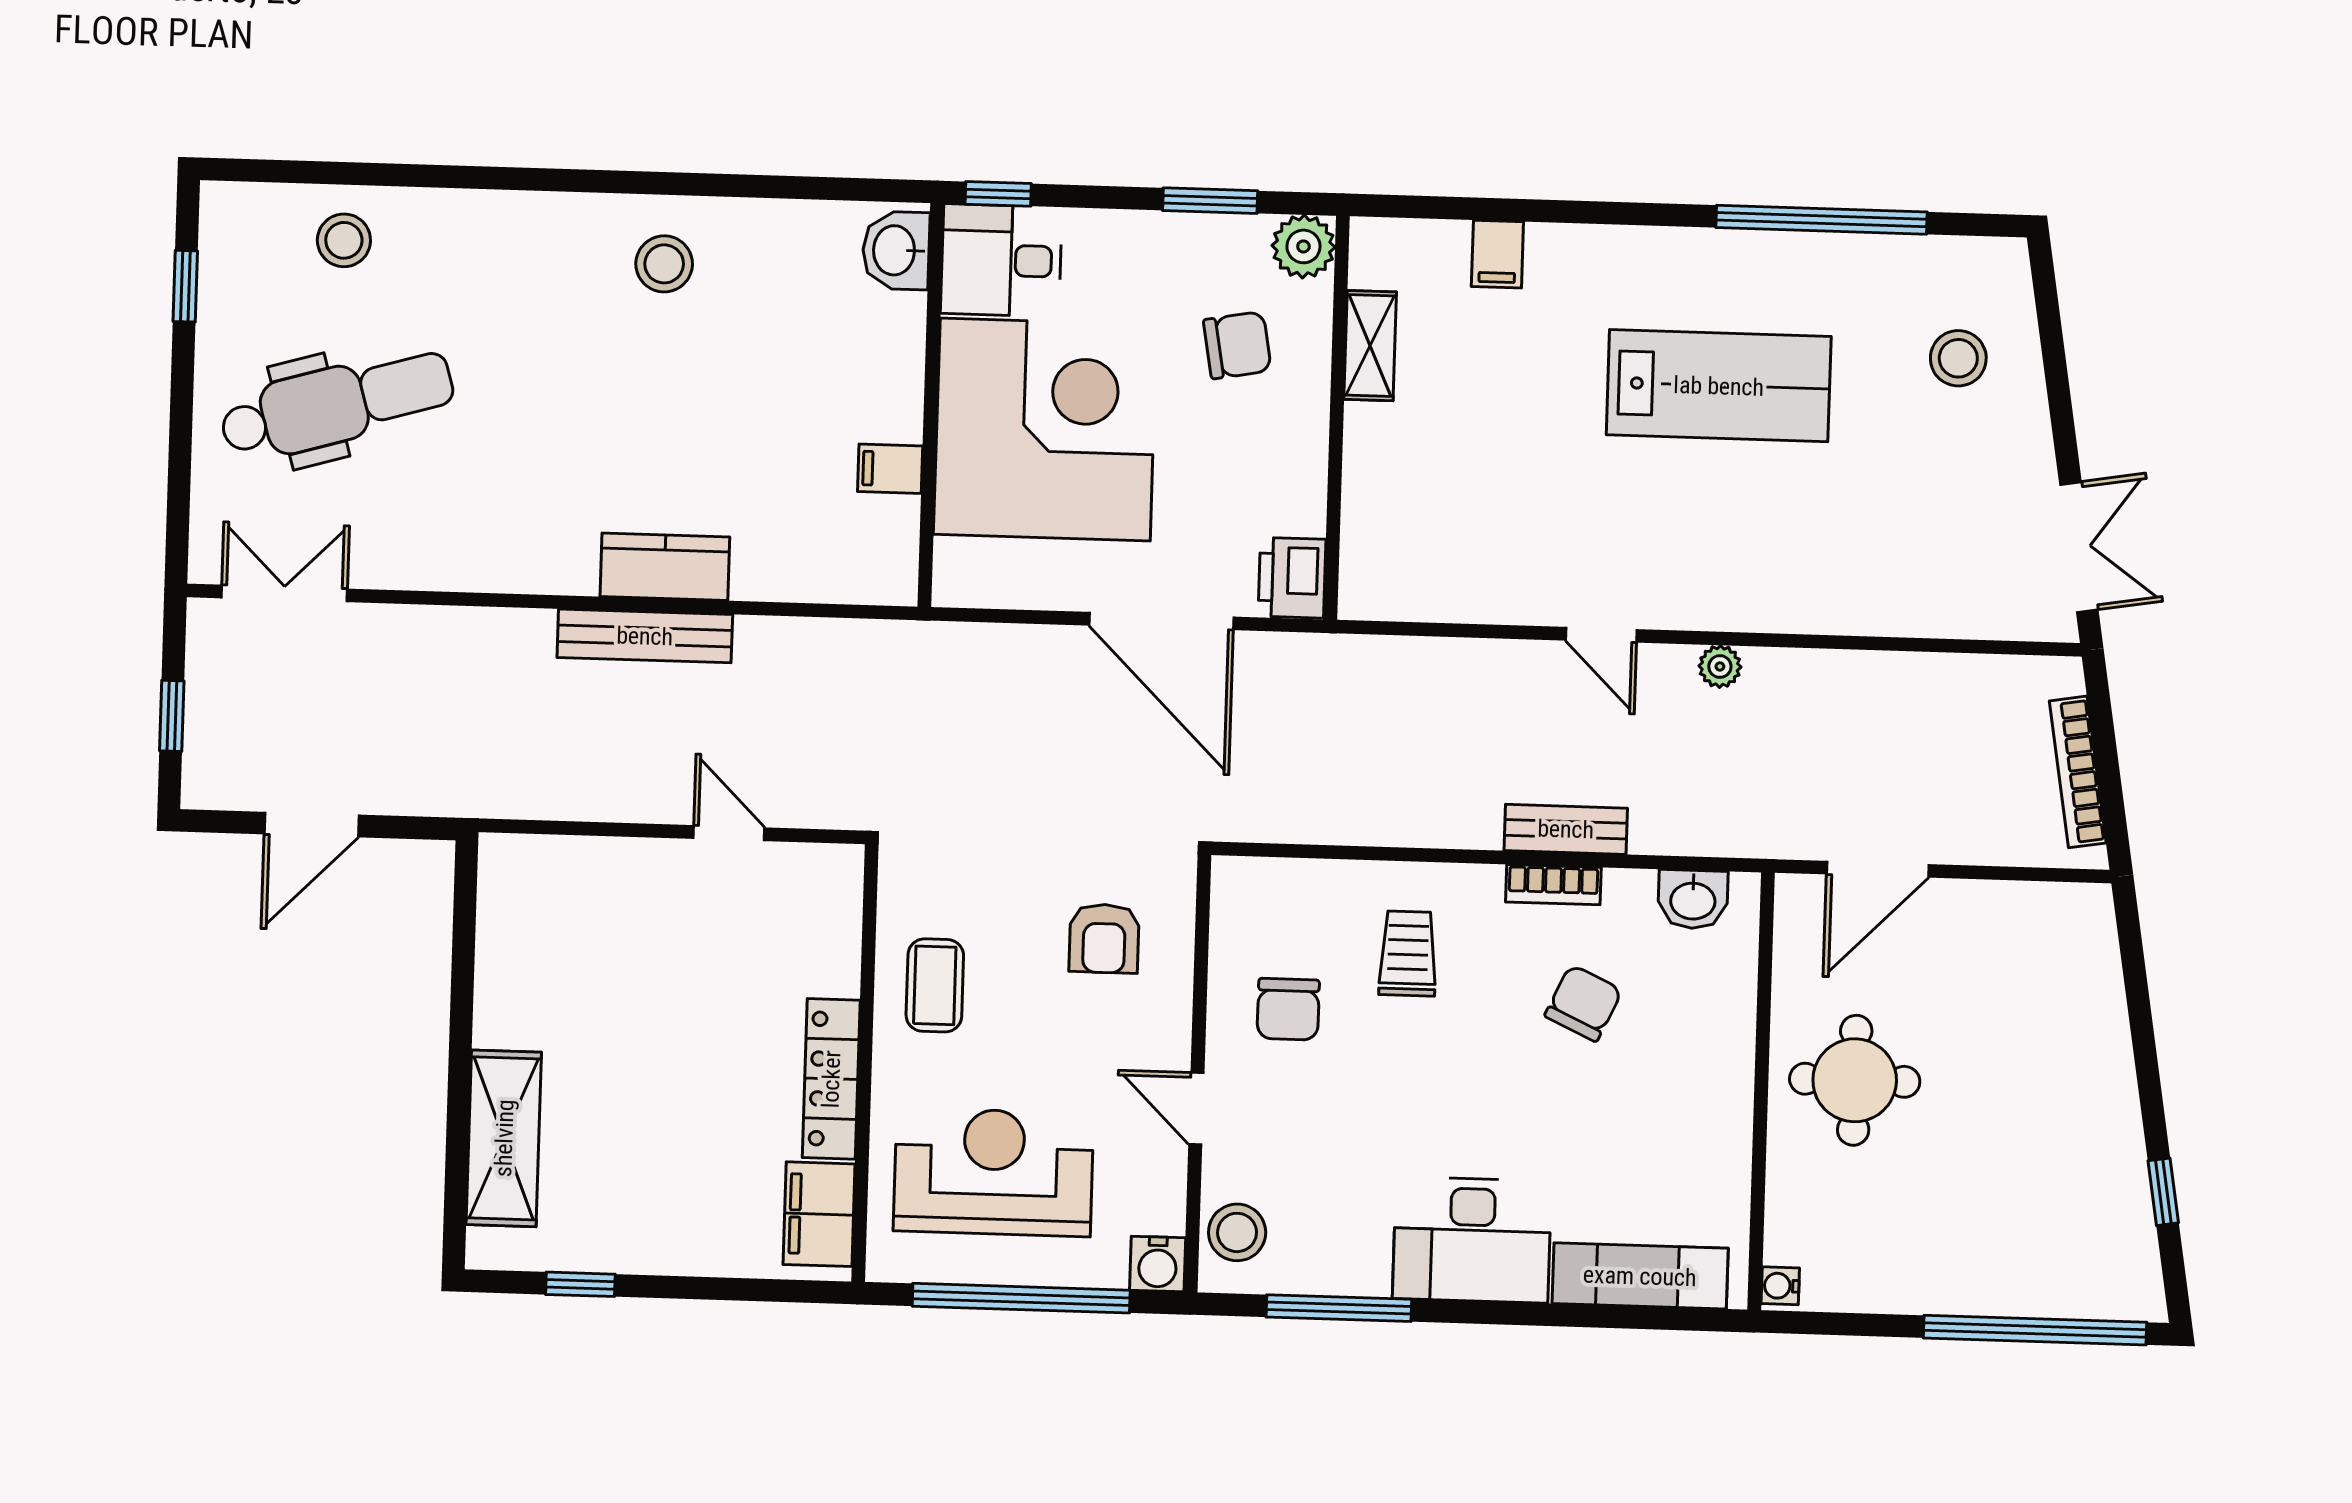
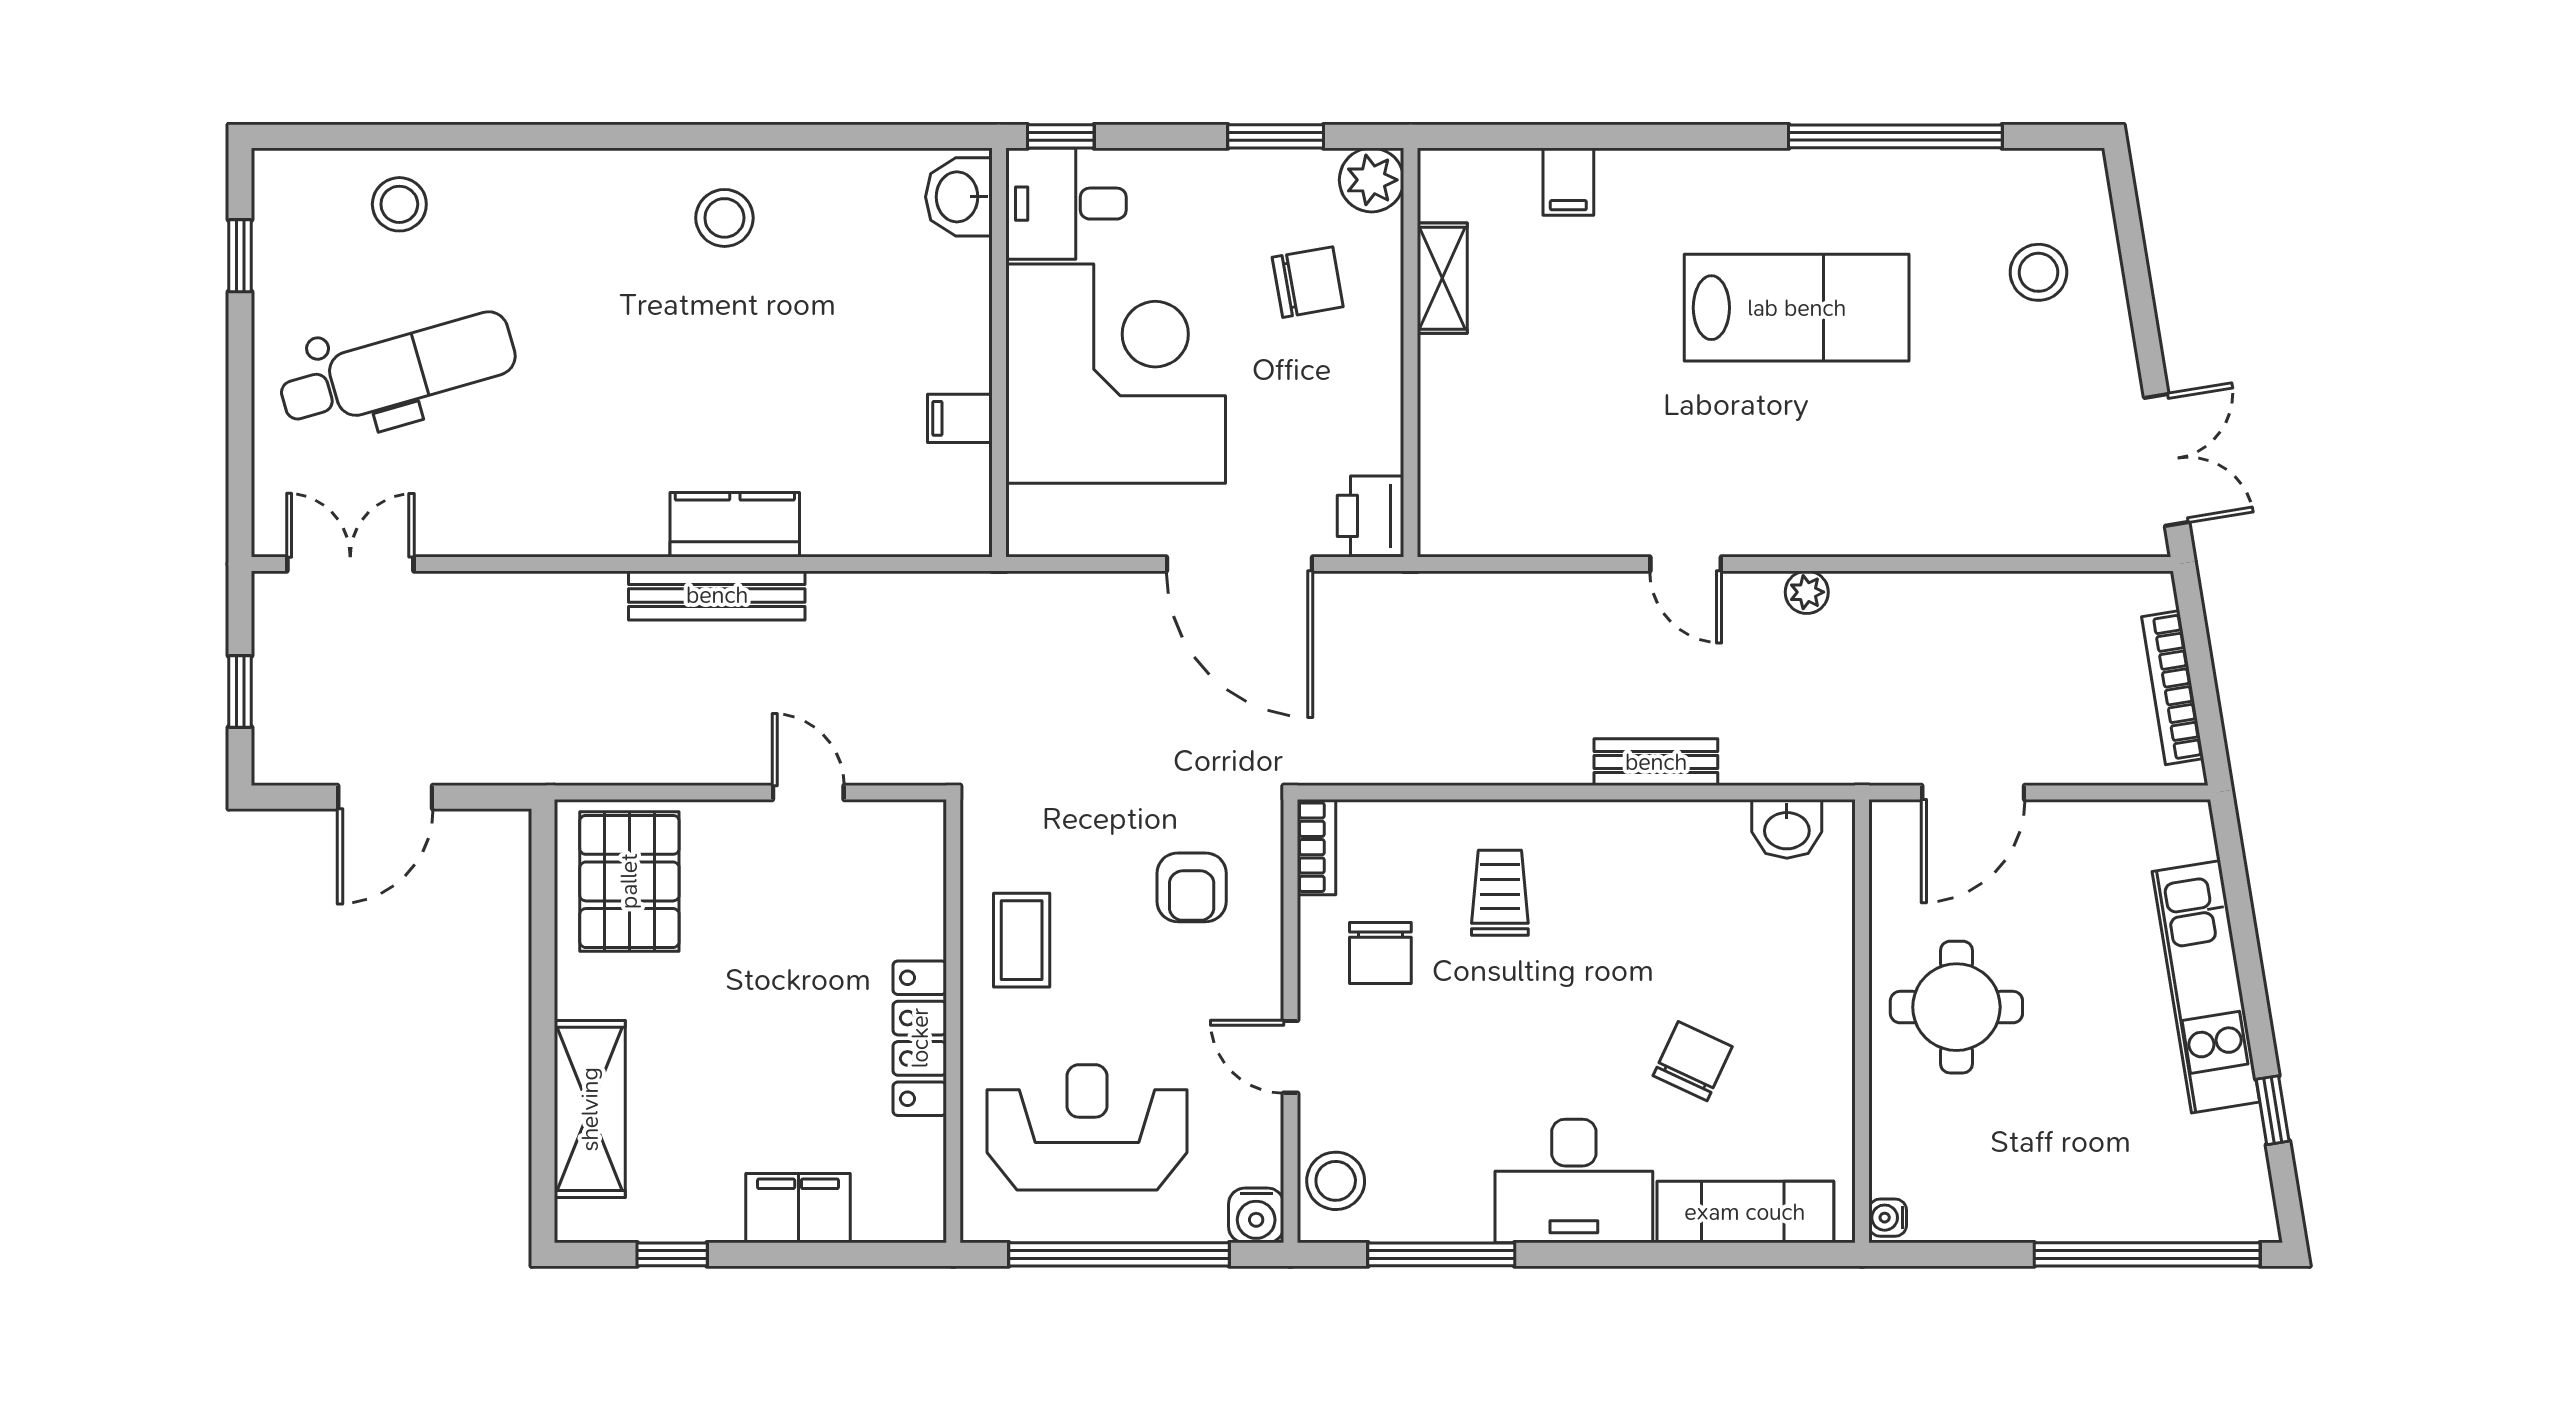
bookcase: (1553, 885) -> (1316, 847), moved, turned -90
pallet: (550, 915) -> (629, 881), added
chair: (1583, 1003) -> (1693, 1061), moved
kitchen unit: (2101, 1068) -> (2206, 987), added
filing cabinet: (819, 1214) -> (798, 1208), moved, turned 90

